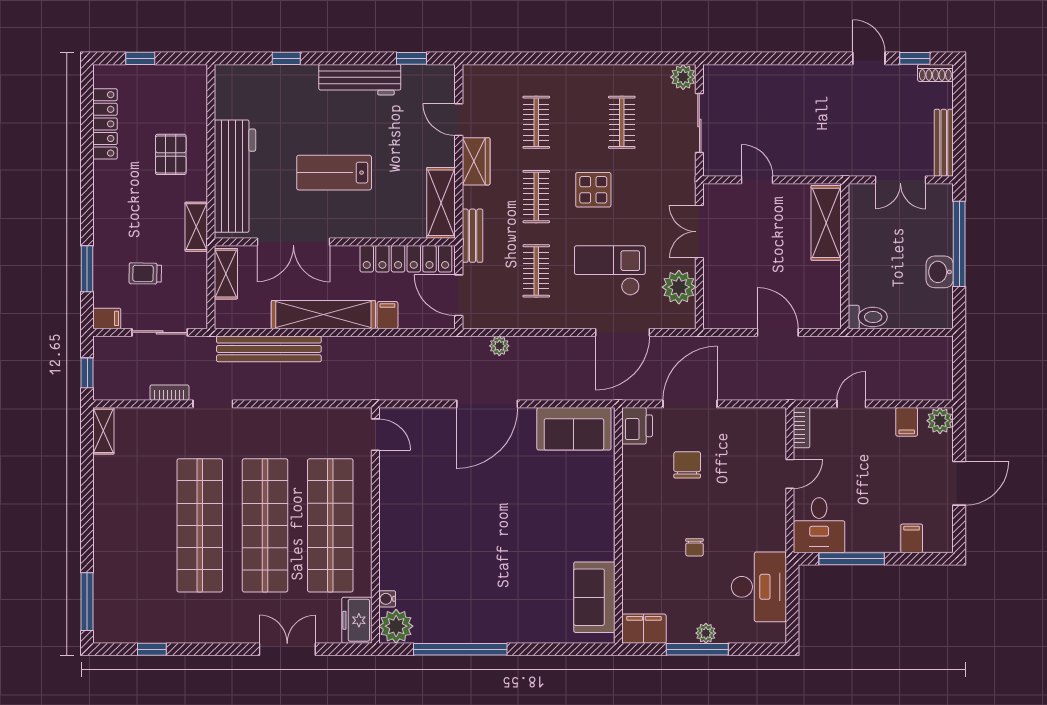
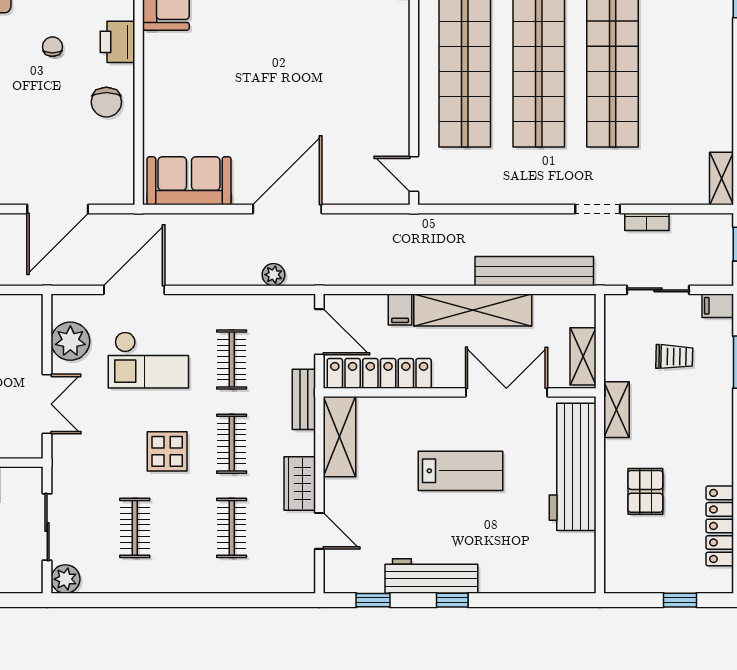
window: (286, 58) -> (452, 600), moved
printer: (637, 426) -> (117, 42), moved
chair: (687, 465) -> (106, 102), moved

